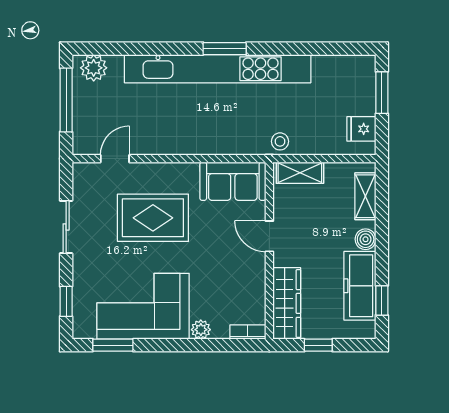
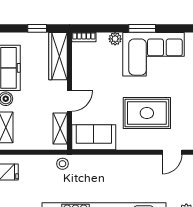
shelving: (300, 173) -> (60, 128), moved, turned 90
door: (269, 236) -> (70, 101), hinge flipped
window: (113, 345) -> (142, 28), moved

